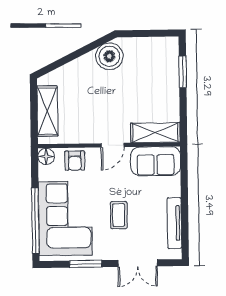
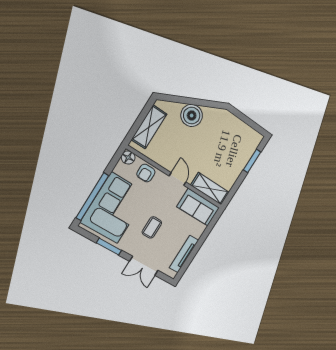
boiler: (109, 56) -> (192, 116), moved
door: (113, 145) -> (178, 179), swing flipped

